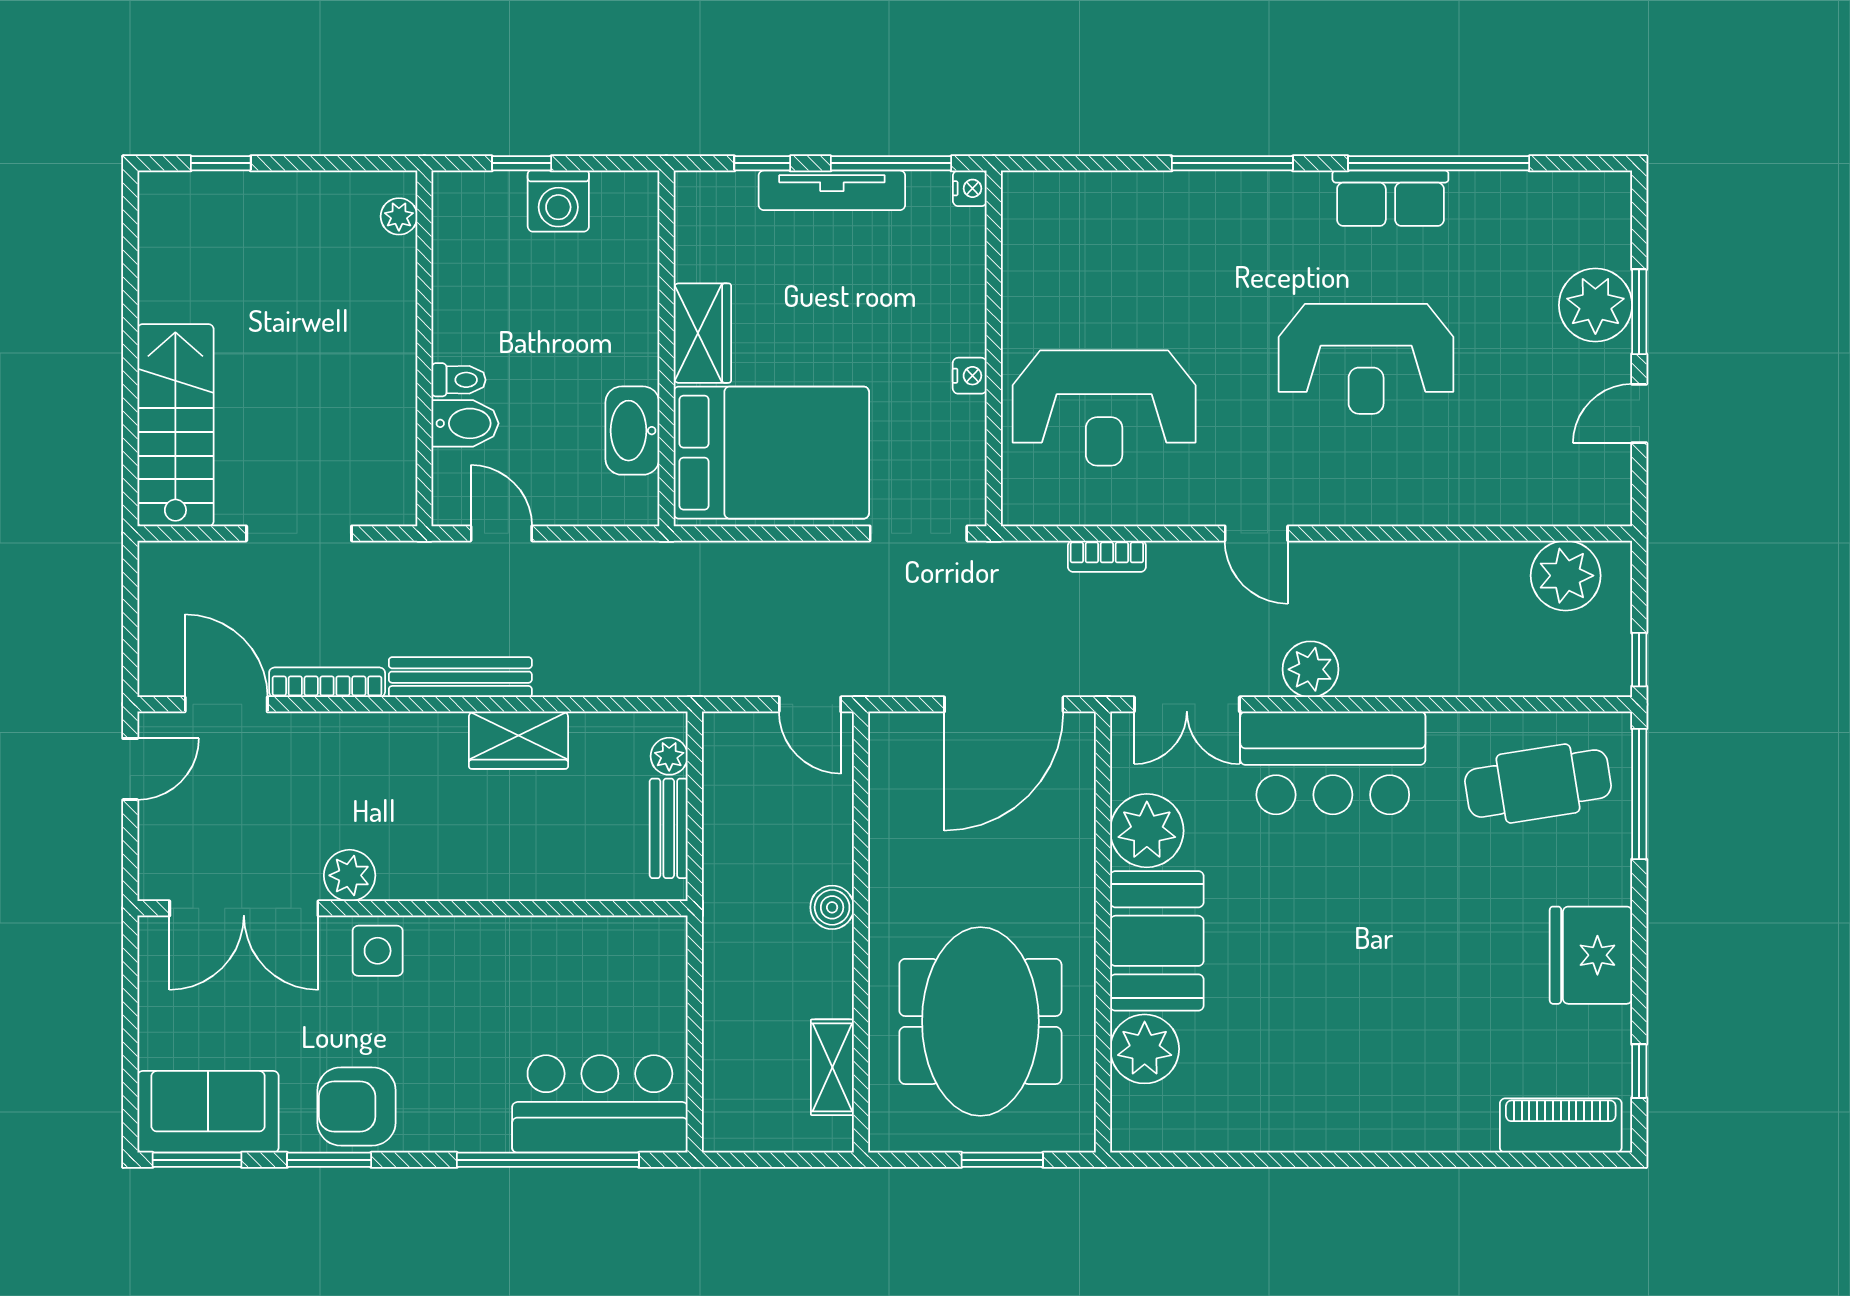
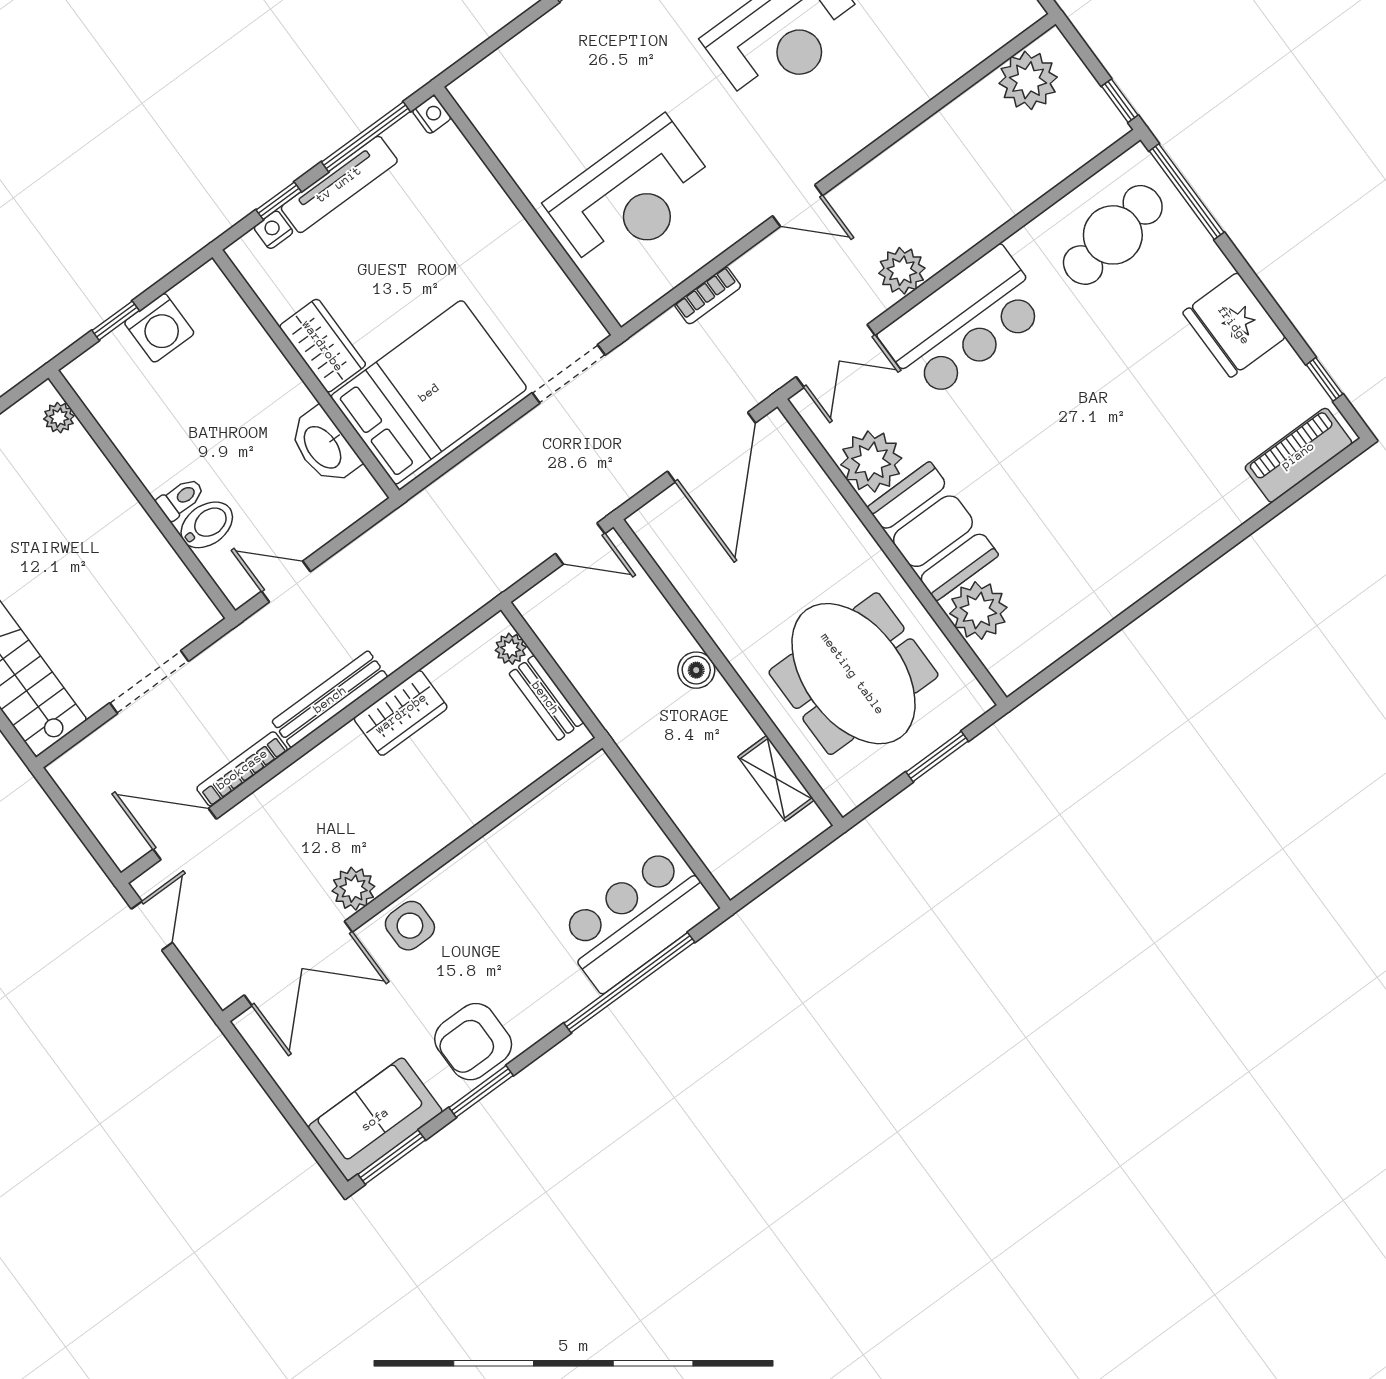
nightstand: (970, 376) -> (273, 230), moved, turned -90

